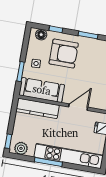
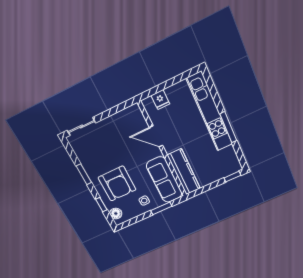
armchair: (64, 54) -> (117, 184), turned 180
plant: (21, 148) -> (232, 161), removed

